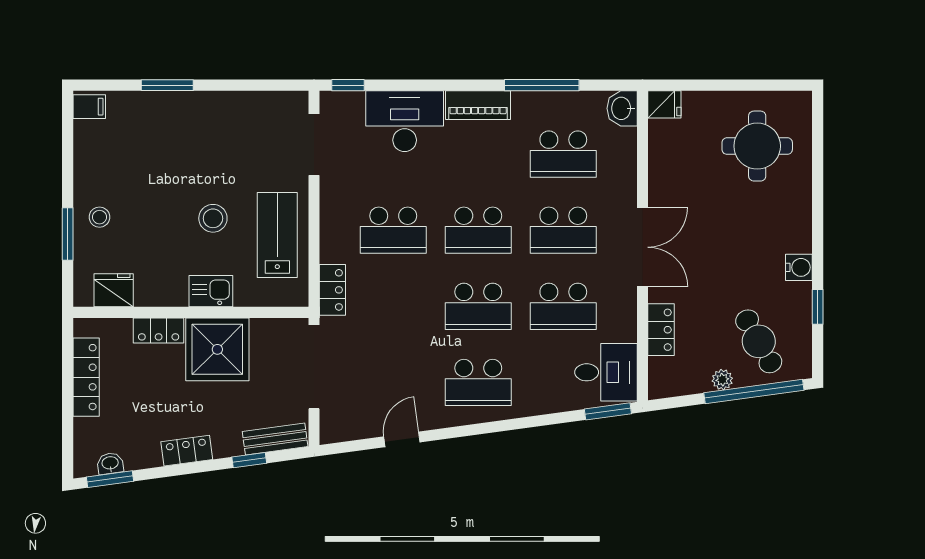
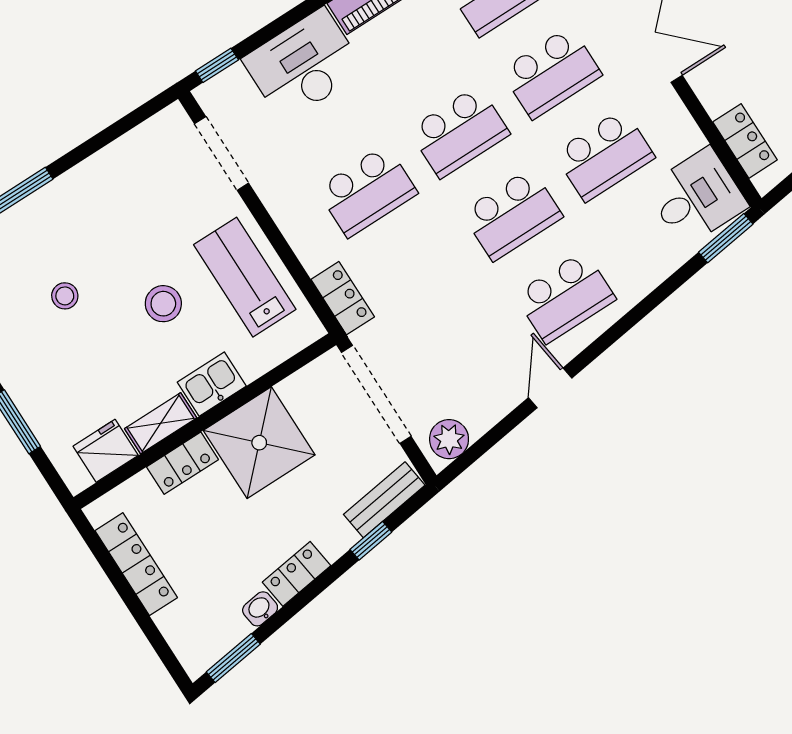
stool: (99, 217) -> (65, 296), moved
shelving: (161, 295) -> (161, 423), added
locker: (661, 330) -> (745, 141), moved
plant: (343, 427) -> (449, 439), added
door: (402, 439) -> (550, 388), moved
washbasin: (110, 463) -> (260, 609), moved

